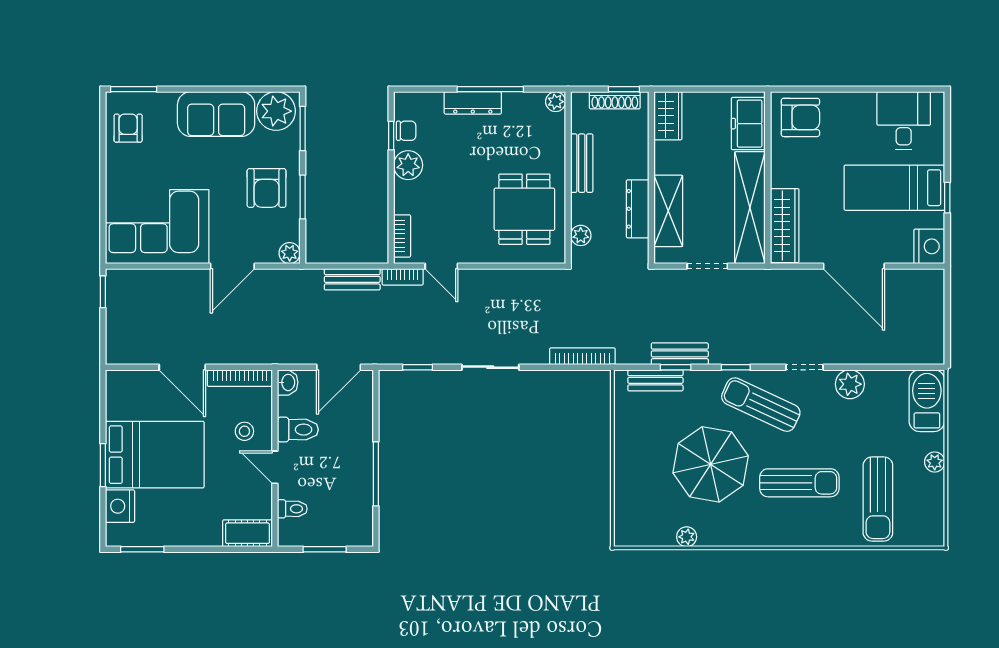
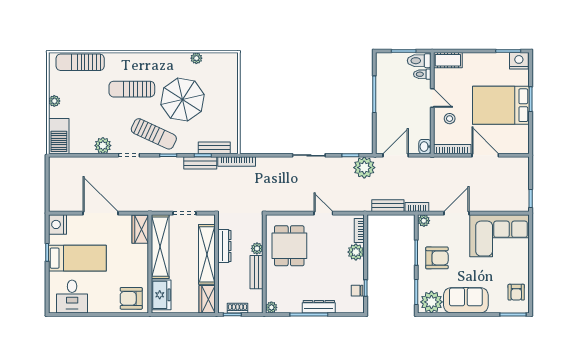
shoe rack: (615, 100) -> (238, 308), width x0.70
plant: (408, 165) -> (356, 252), moved
armchair: (267, 188) -> (437, 258), turned 90
shelving: (668, 211) -> (207, 254), width x1.47
wardrobe: (785, 226) -> (140, 229), width x0.67
plant: (581, 235) -> (257, 248), moved
door: (441, 266) -> (323, 213), moved
bookcase: (403, 277) -> (417, 207), moved
plant: (393, 346) -> (364, 168), added
bookcase: (582, 356) -> (237, 162), moved
toilet: (298, 430) -> (419, 61), moved
sun lounger: (878, 499) -> (80, 62), moved, turned -90
nightstand: (120, 506) -> (519, 61), moved, turned -90

